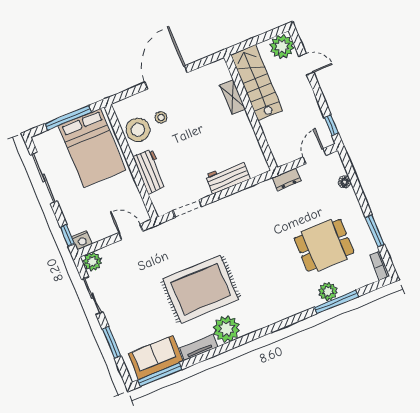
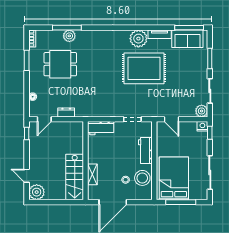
stairs: (257, 83) -> (75, 177), moved
shelving: (233, 97) -> (92, 174), moved
wall: (251, 113) -> (85, 161), moved

